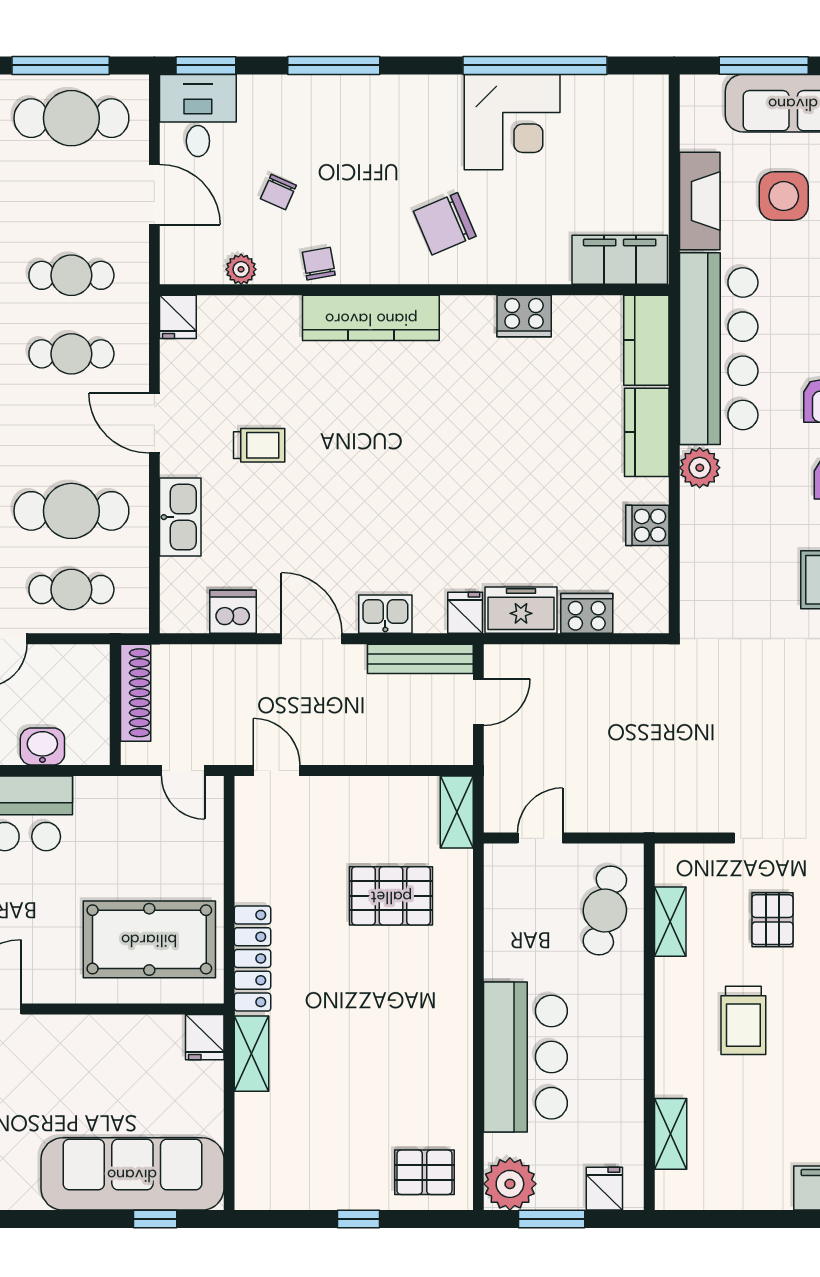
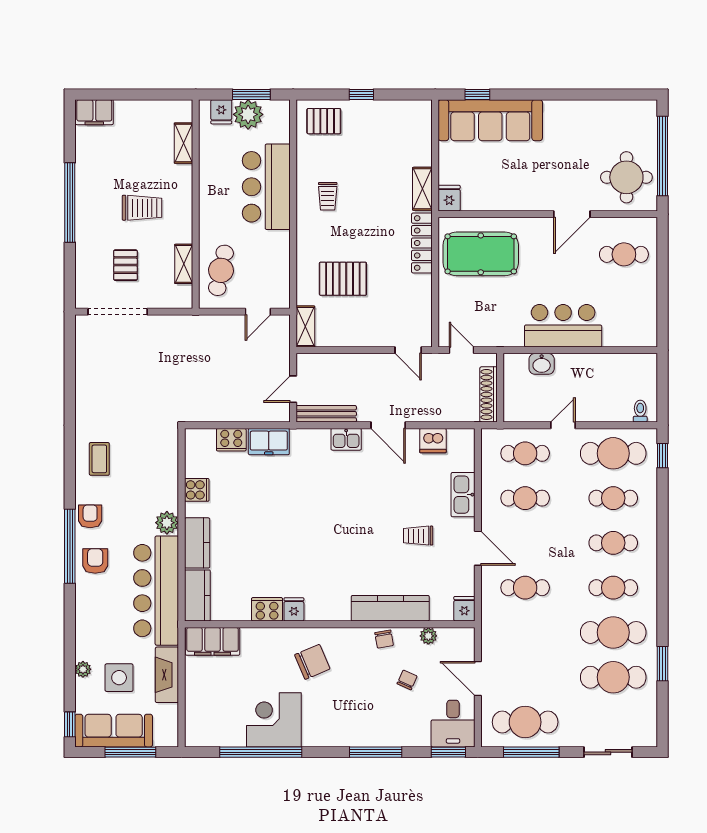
cafe table: (71, 275) -> (525, 632), removed
kitchen counter: (371, 318) -> (390, 608), moved
cafe table: (71, 511) -> (525, 498), width x0.73, depth x0.74
fridge: (465, 613) -> (294, 609), moved, turned 180
trolley: (743, 1020) -> (142, 208), turned 90
trolley: (418, 1040) -> (328, 196), added
plant: (510, 1184) -> (248, 114), moved

